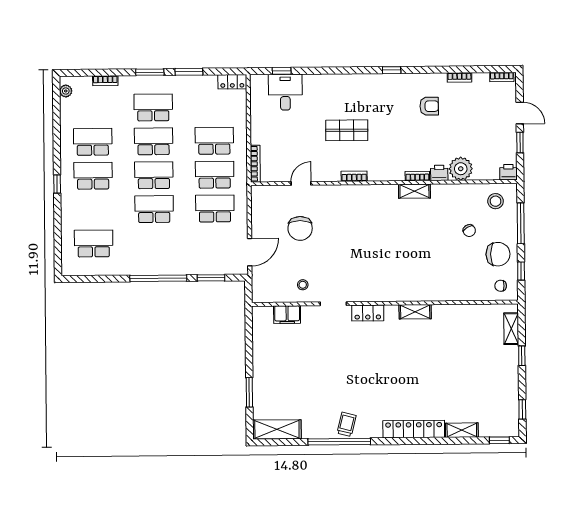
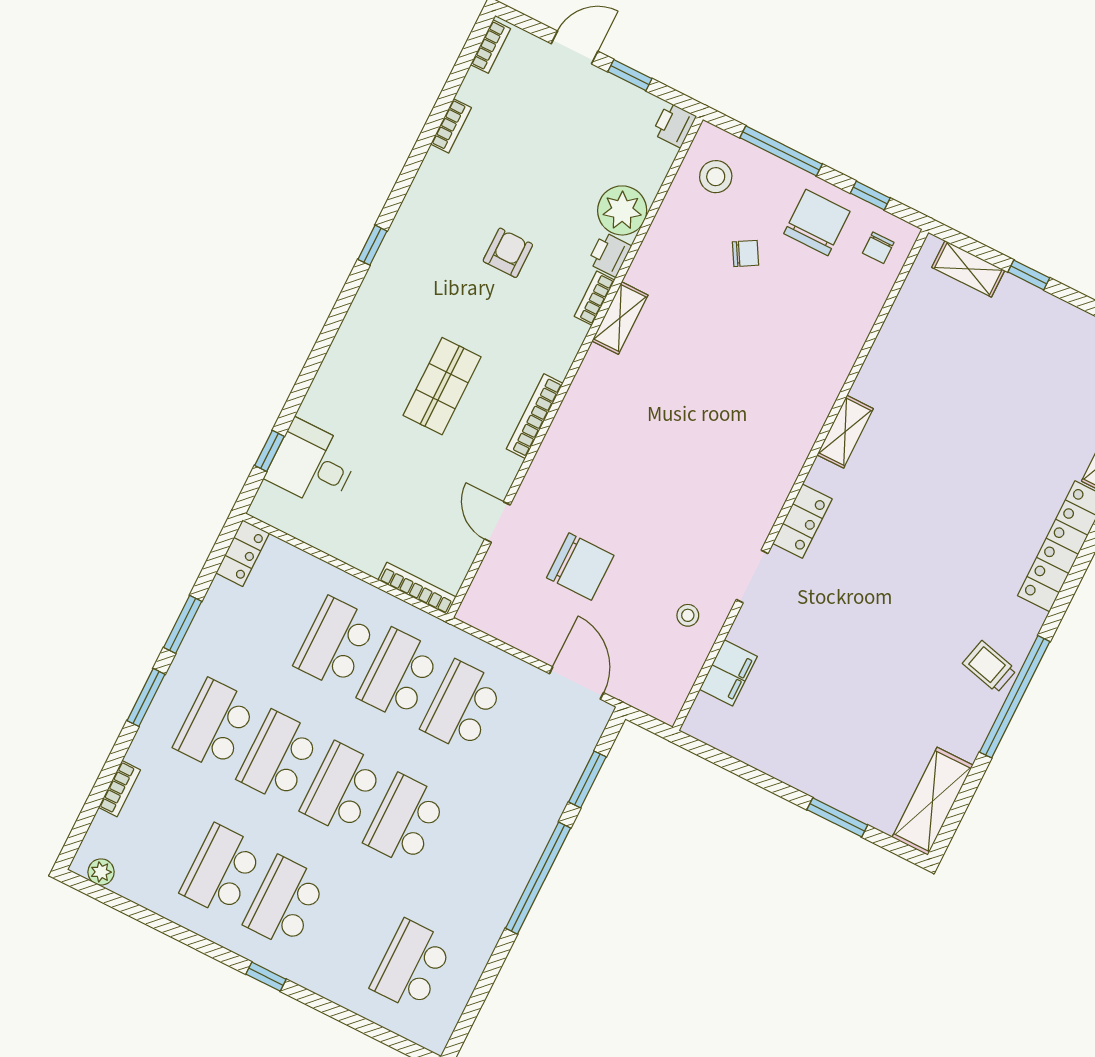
armchair: (429, 106) -> (508, 253), moved
bookcase: (354, 176) -> (535, 416), width x1.56

